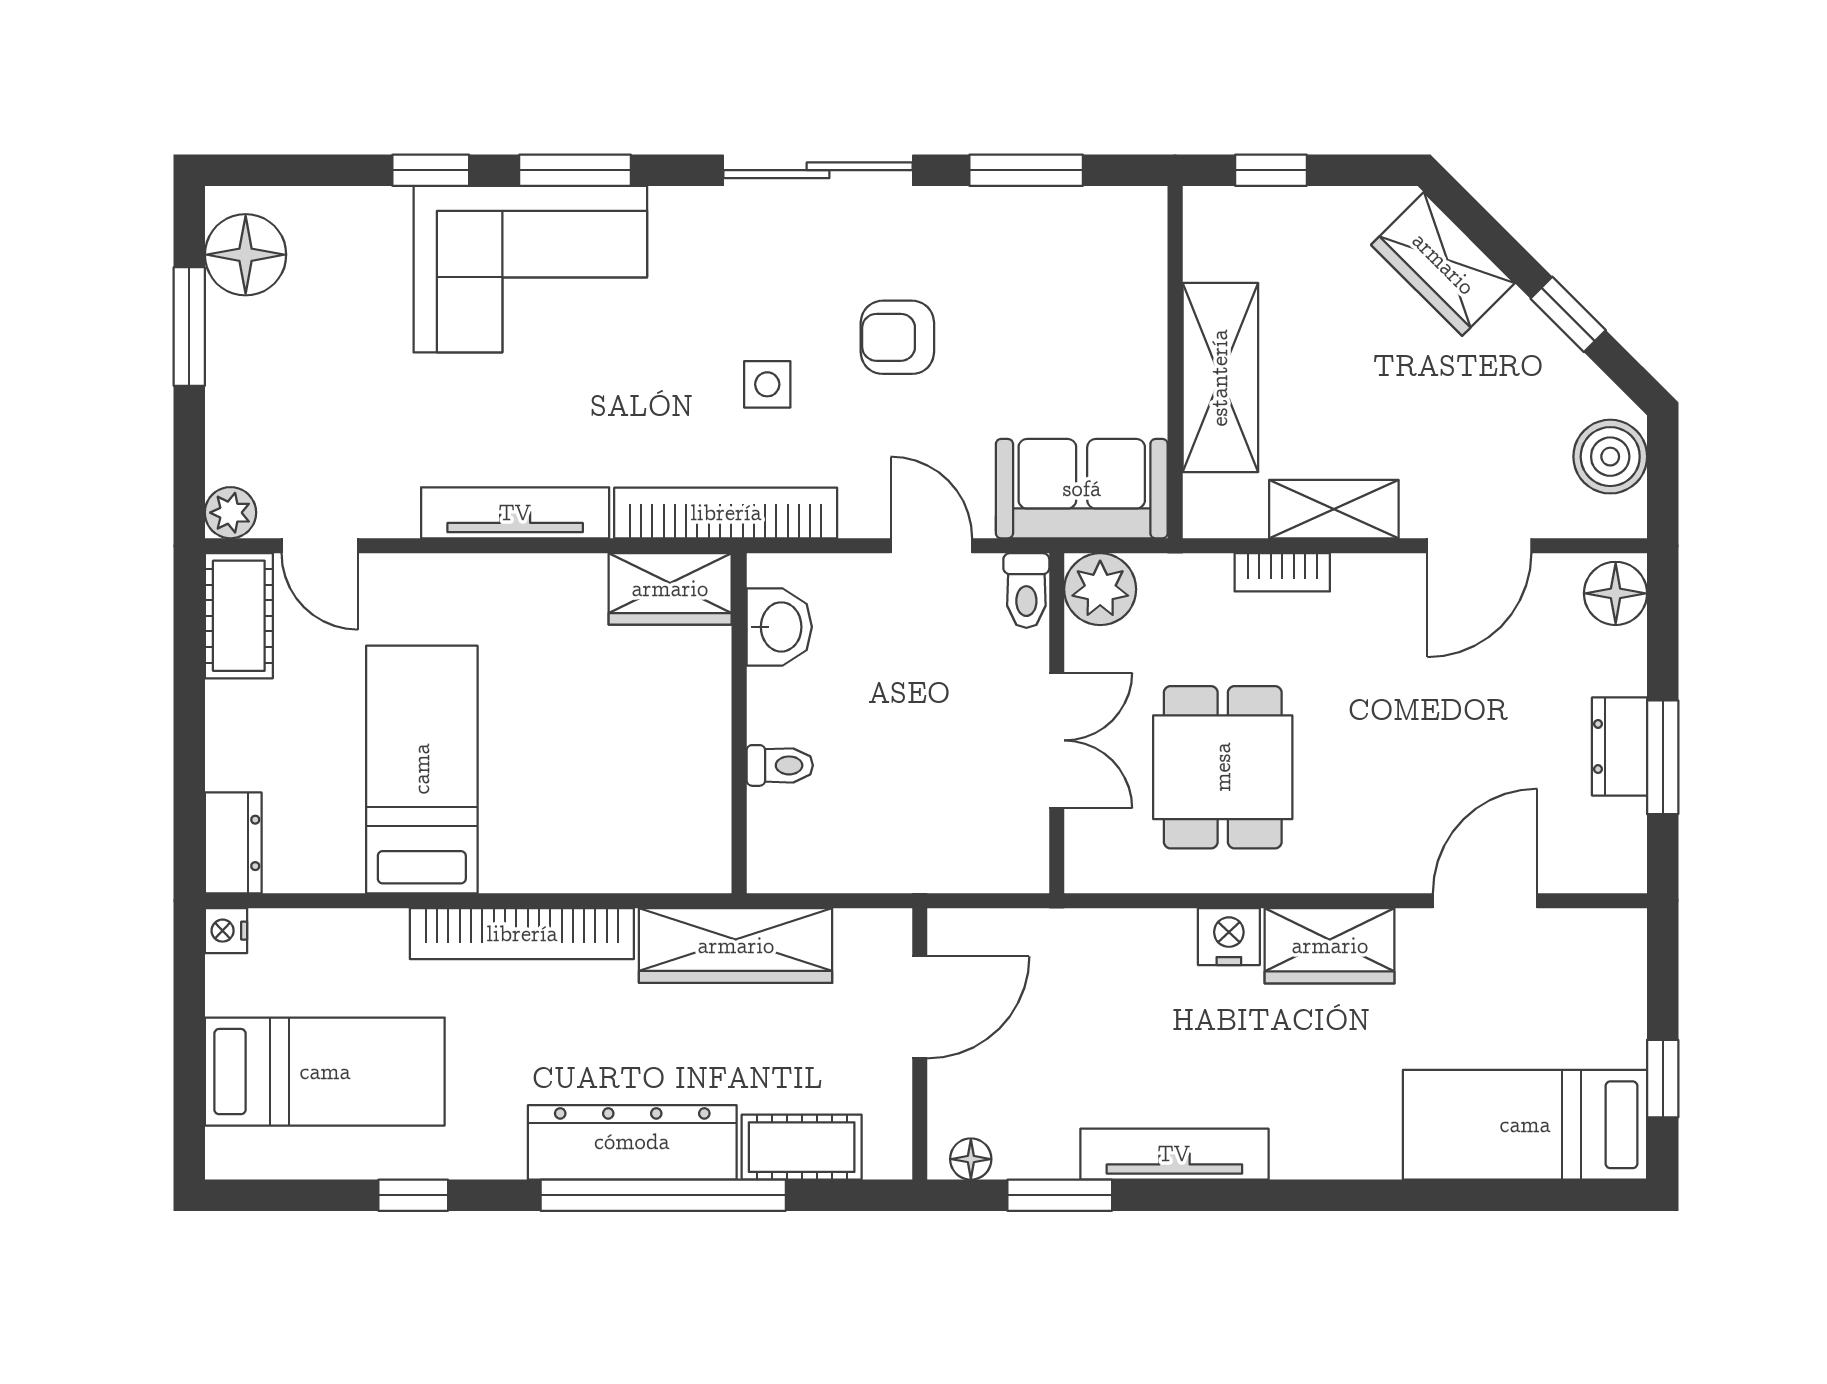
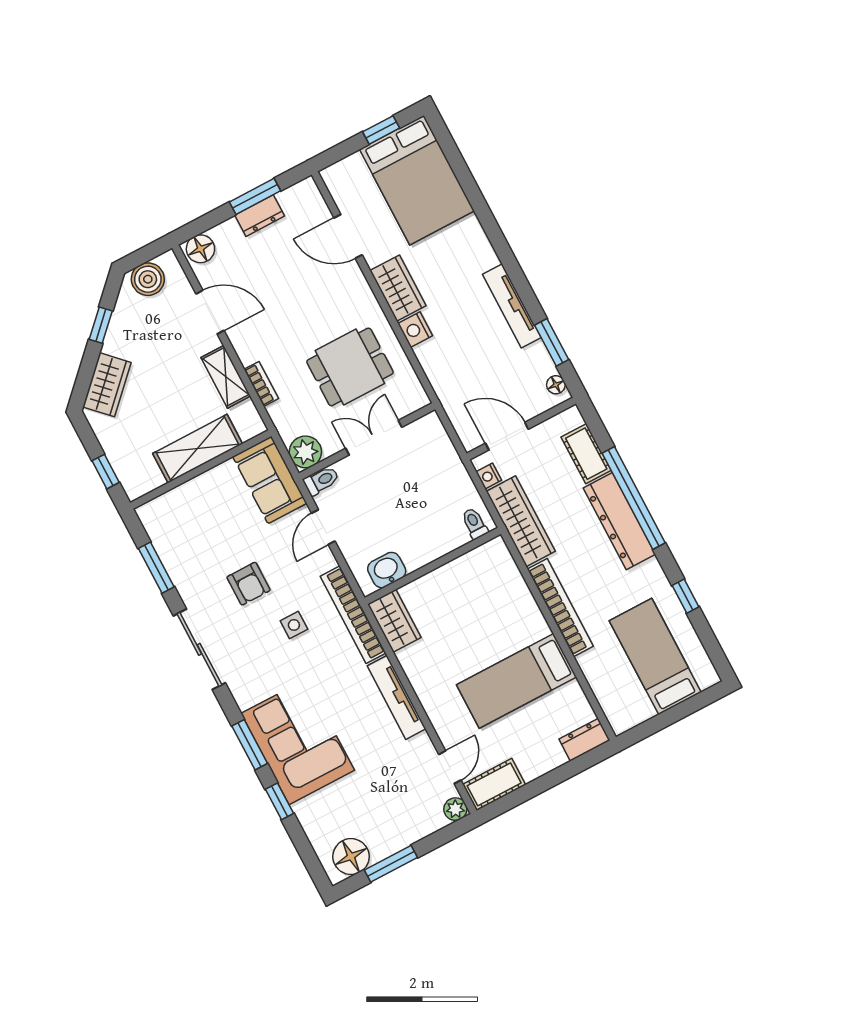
toilet: (780, 765) -> (475, 523), moved
nightstand: (226, 931) -> (489, 476), moved, turned 90
bed: (1525, 1125) -> (417, 180), width x1.50

